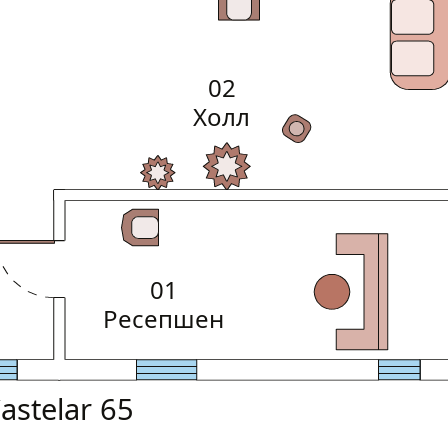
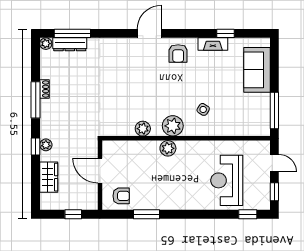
plant: (216, 218) -> (168, 148), added
armchair: (140, 228) -> (121, 196), moved

